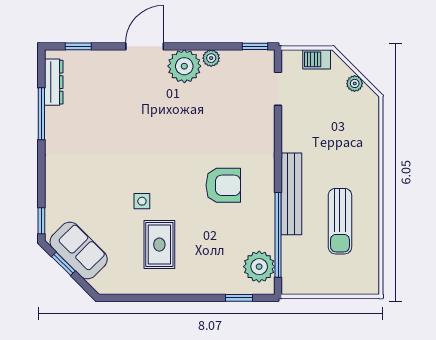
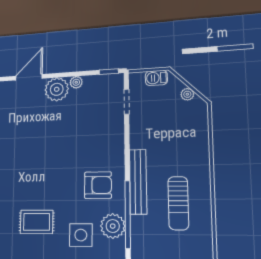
armchair: (223, 185) -> (98, 185), moved
side table: (142, 201) -> (81, 235), moved, width x1.87, depth x1.87
rug: (159, 245) -> (37, 222), turned 90
plant: (259, 267) -> (113, 226), moved

